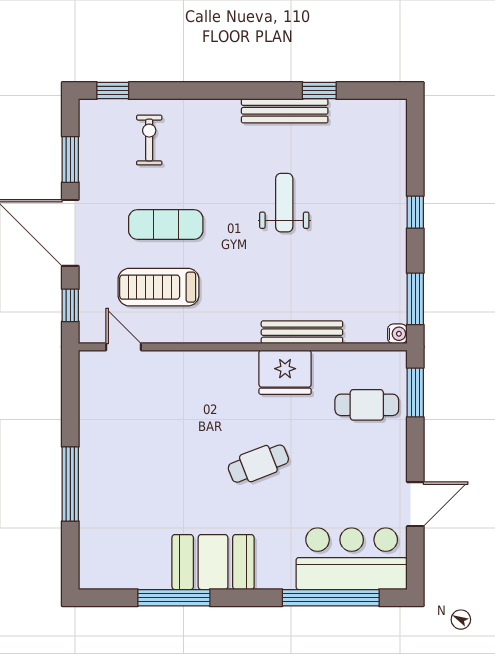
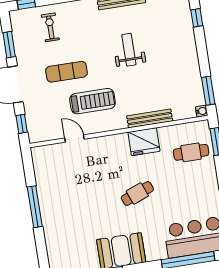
window: (415, 212) -> (197, 18), moved
treadmill: (159, 287) -> (93, 101), moved, turned 180
door: (124, 347) -> (75, 139), moved
window: (70, 484) -> (35, 207), moved

